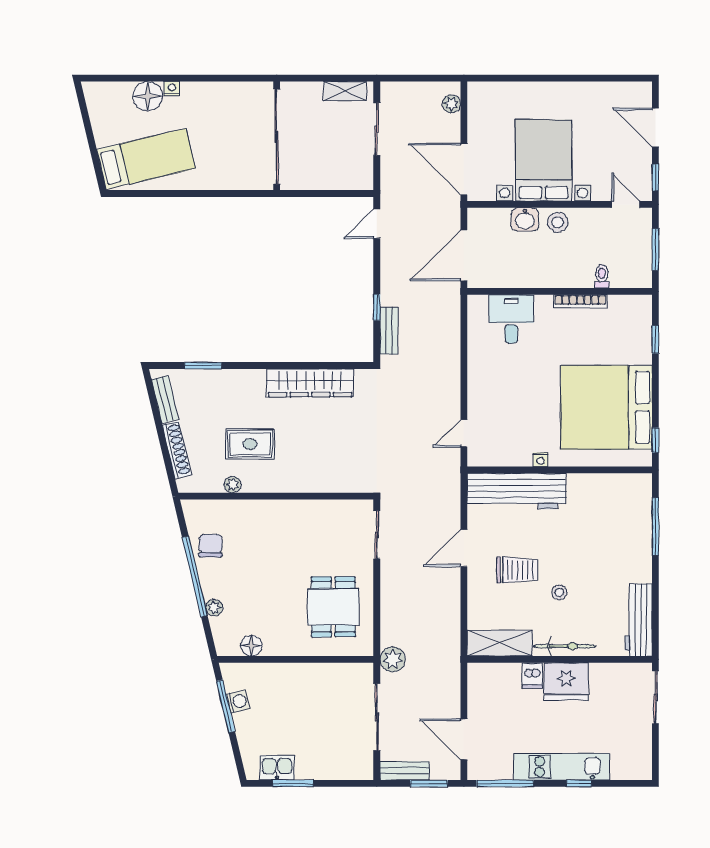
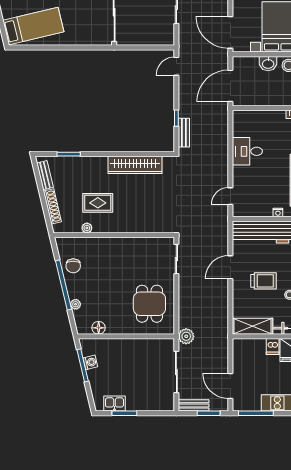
desk: (511, 319) -> (247, 151), moved, turned -90
chair: (210, 546) -> (73, 266), turned 180

